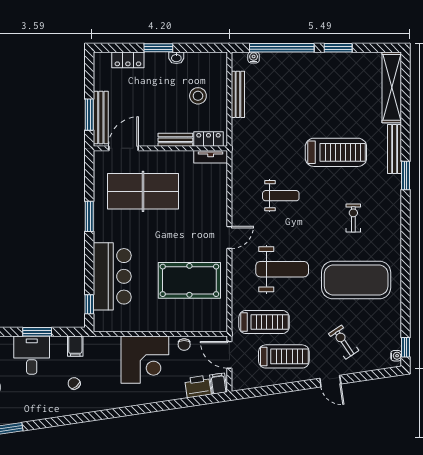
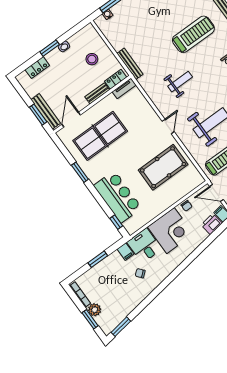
bench: (238, 94) -> (130, 64), moved
desk: (32, 355) -> (144, 246), moved

